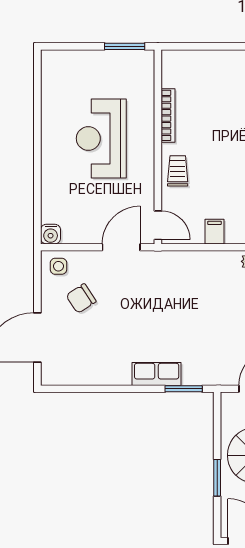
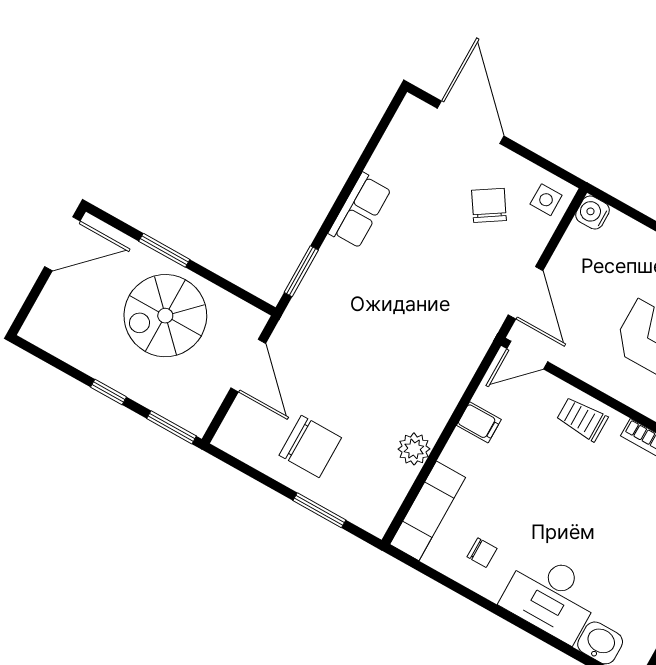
trolley: (178, 171) -> (582, 419), turned 180
row of seats: (157, 374) -> (360, 211), moved

